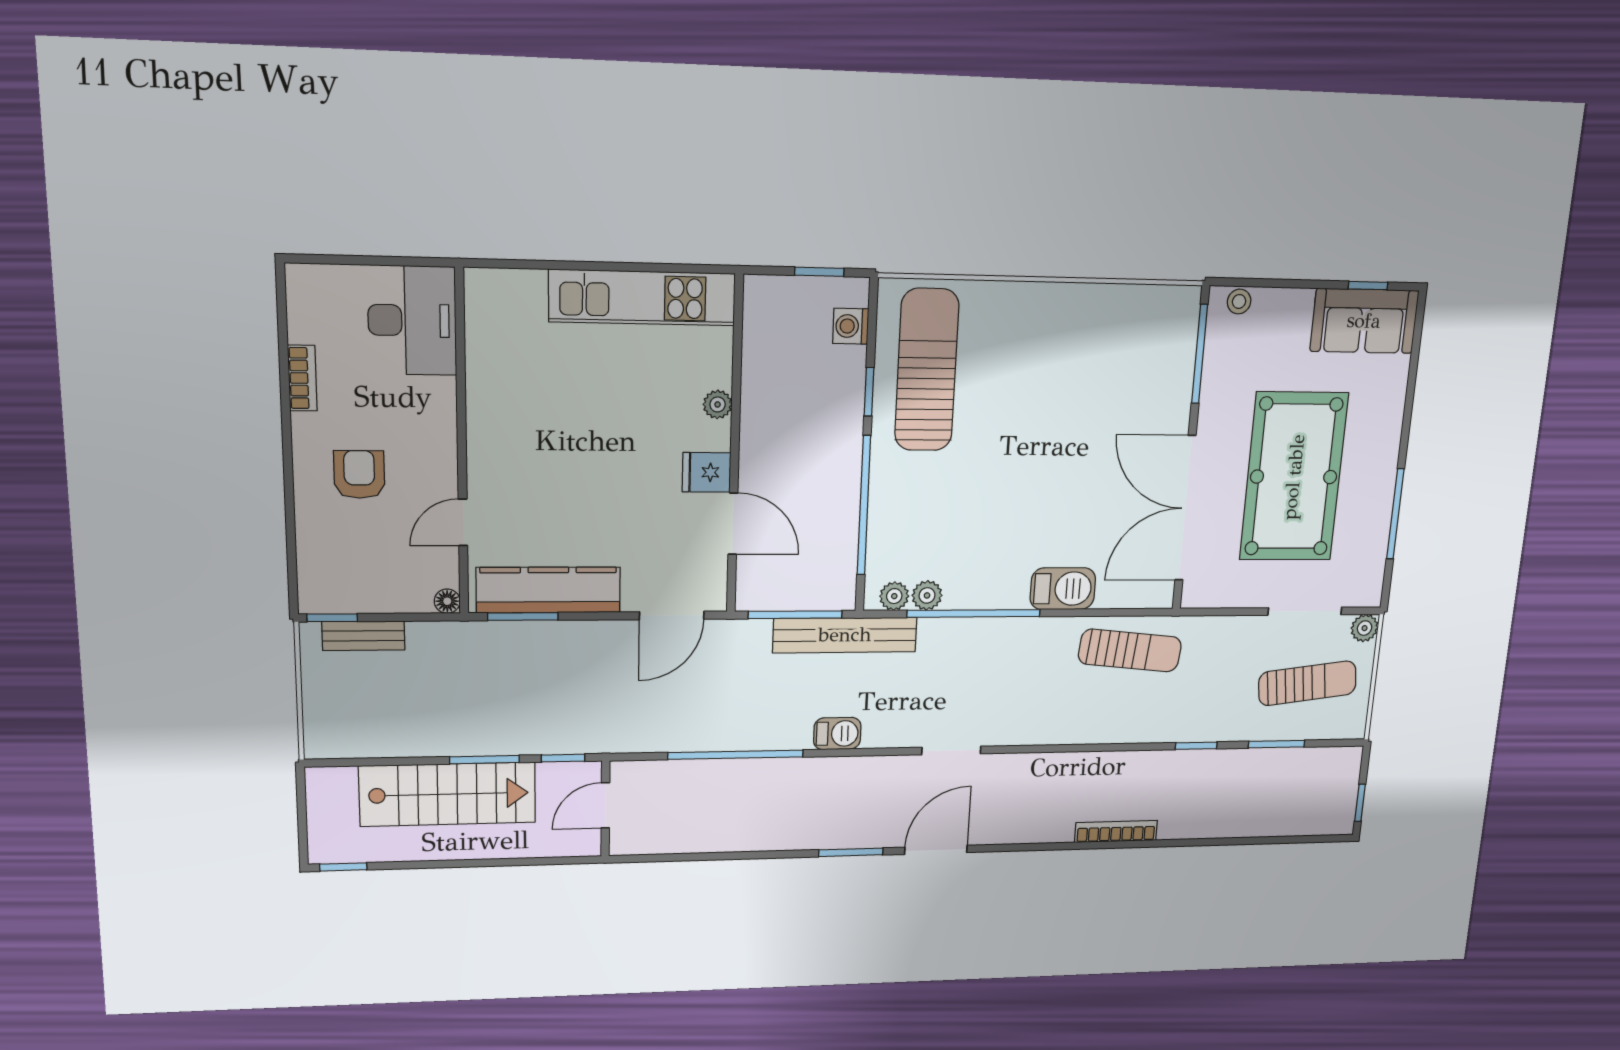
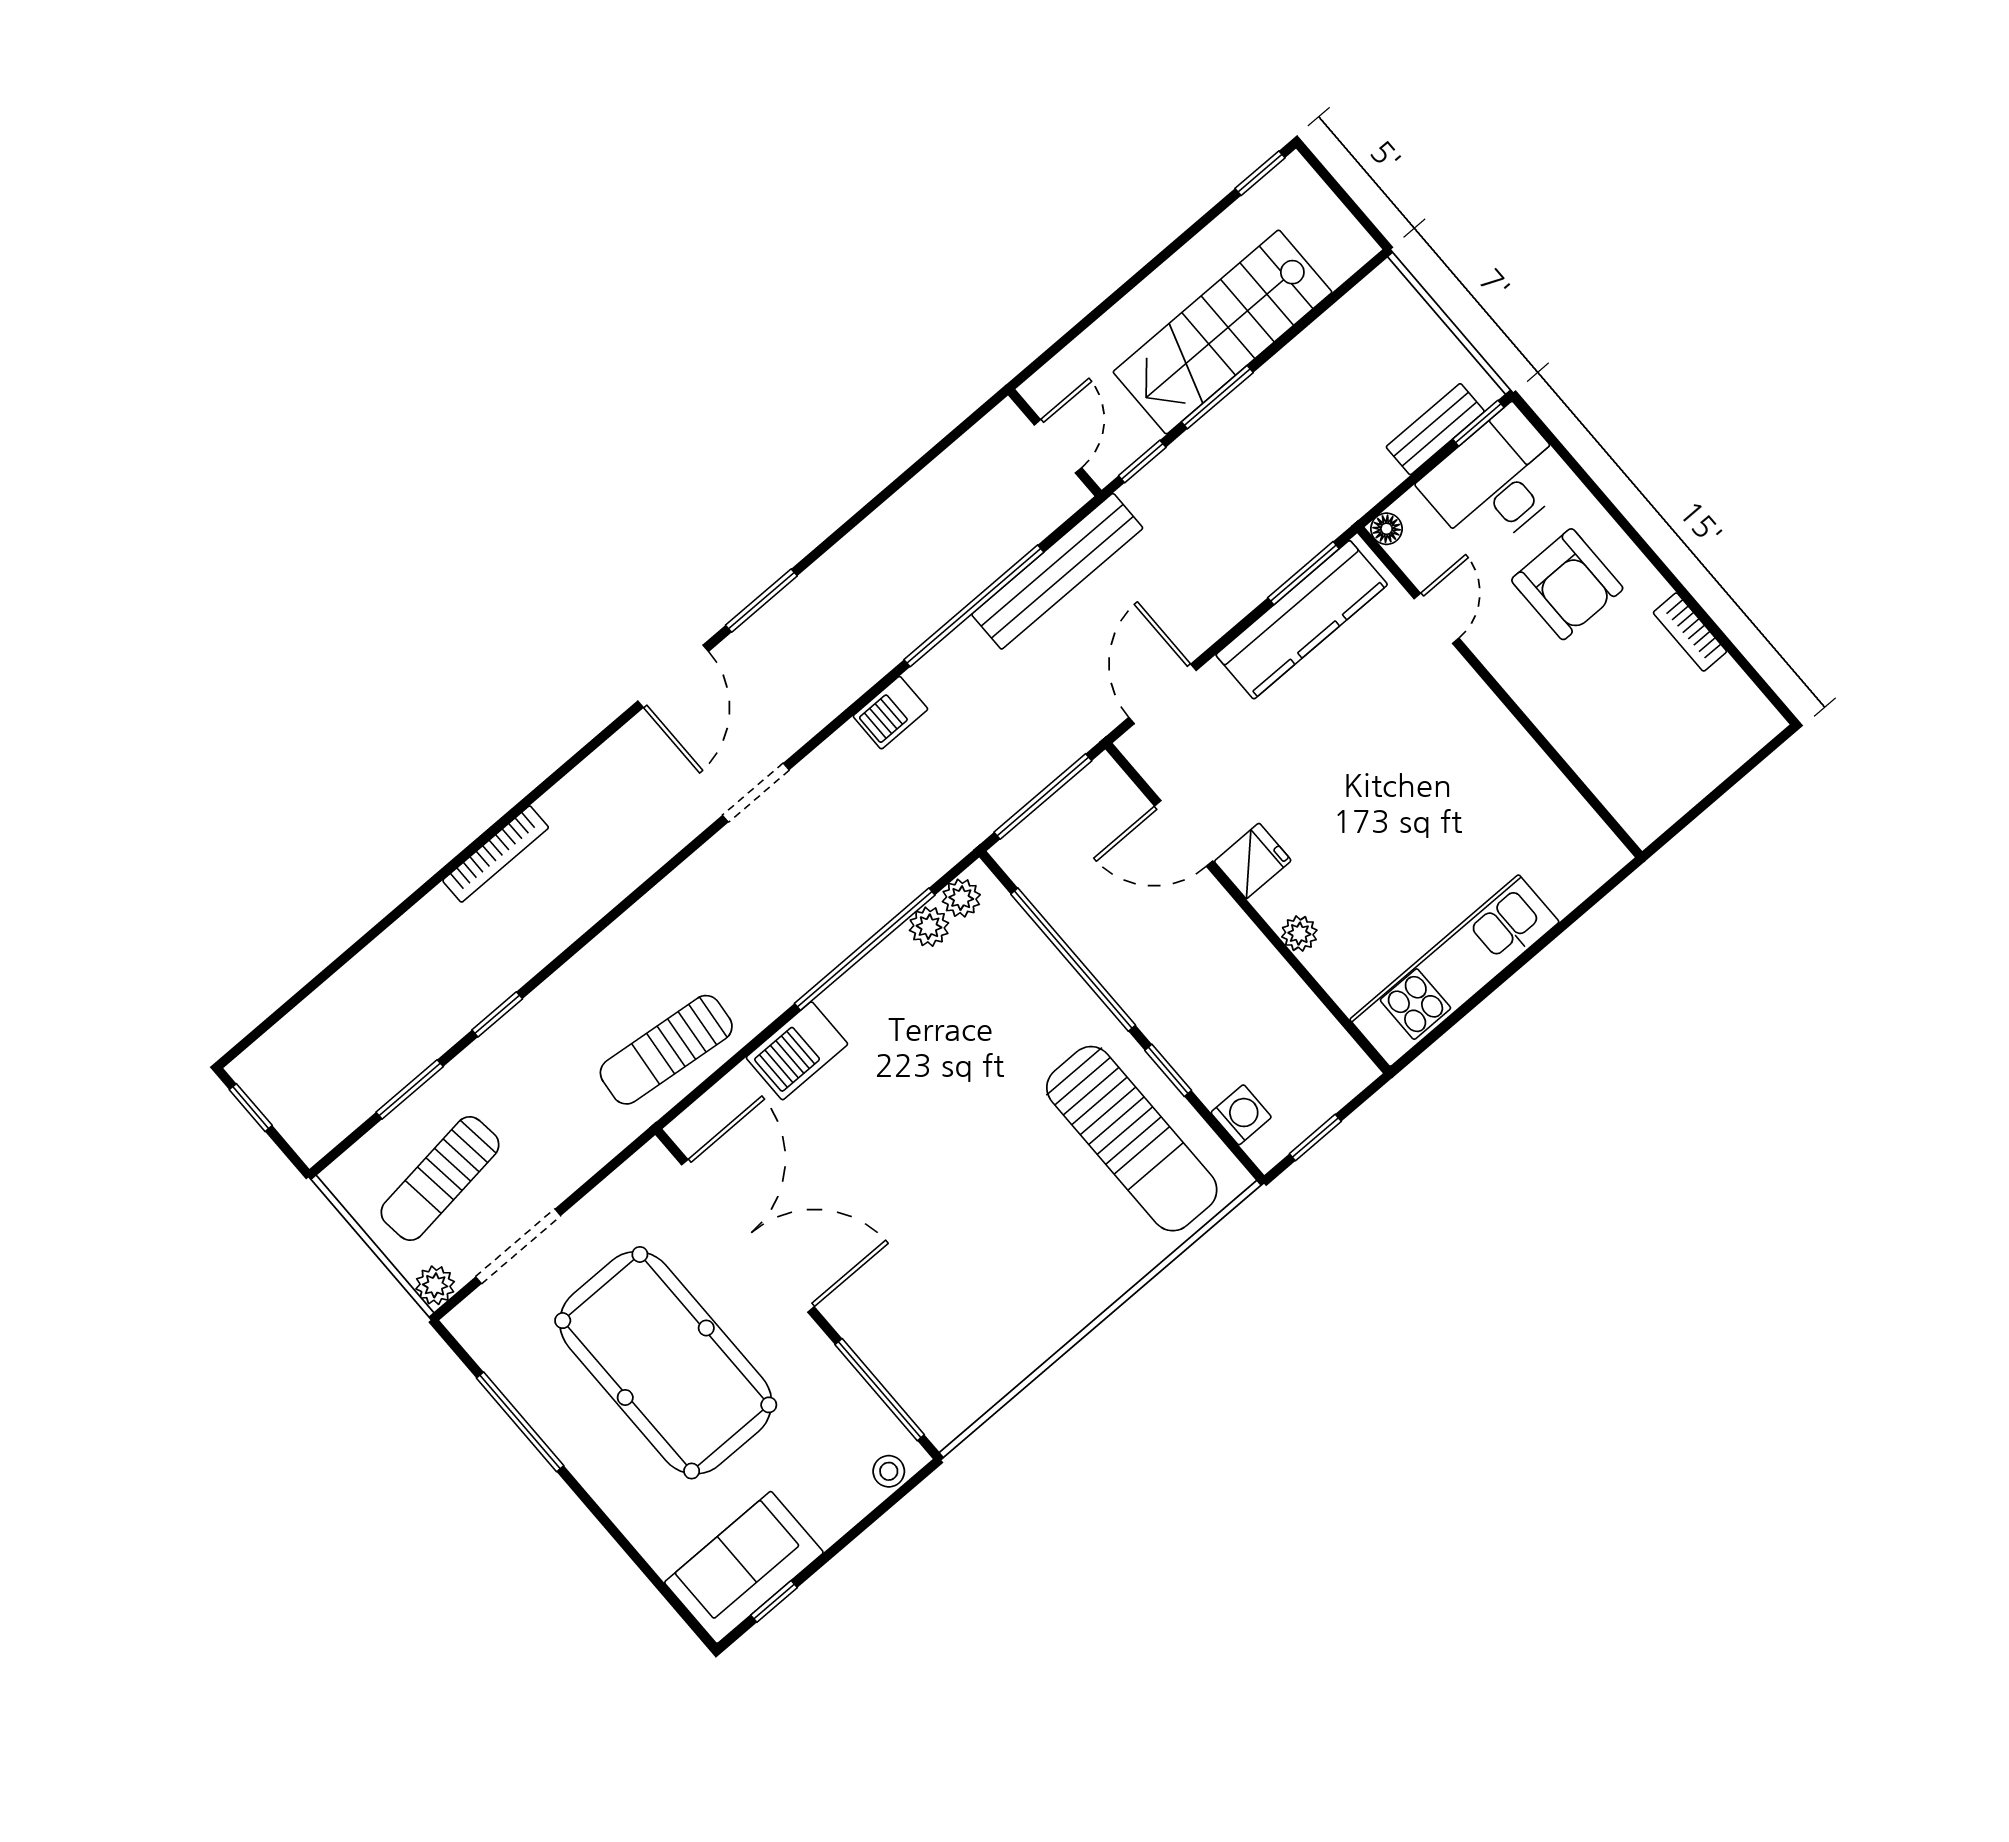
desk: (412, 320) -> (1496, 481), moved, turned 90
armchair: (359, 474) -> (1567, 584), width x1.38, depth x1.38
bench: (845, 635) -> (1057, 571), moved

